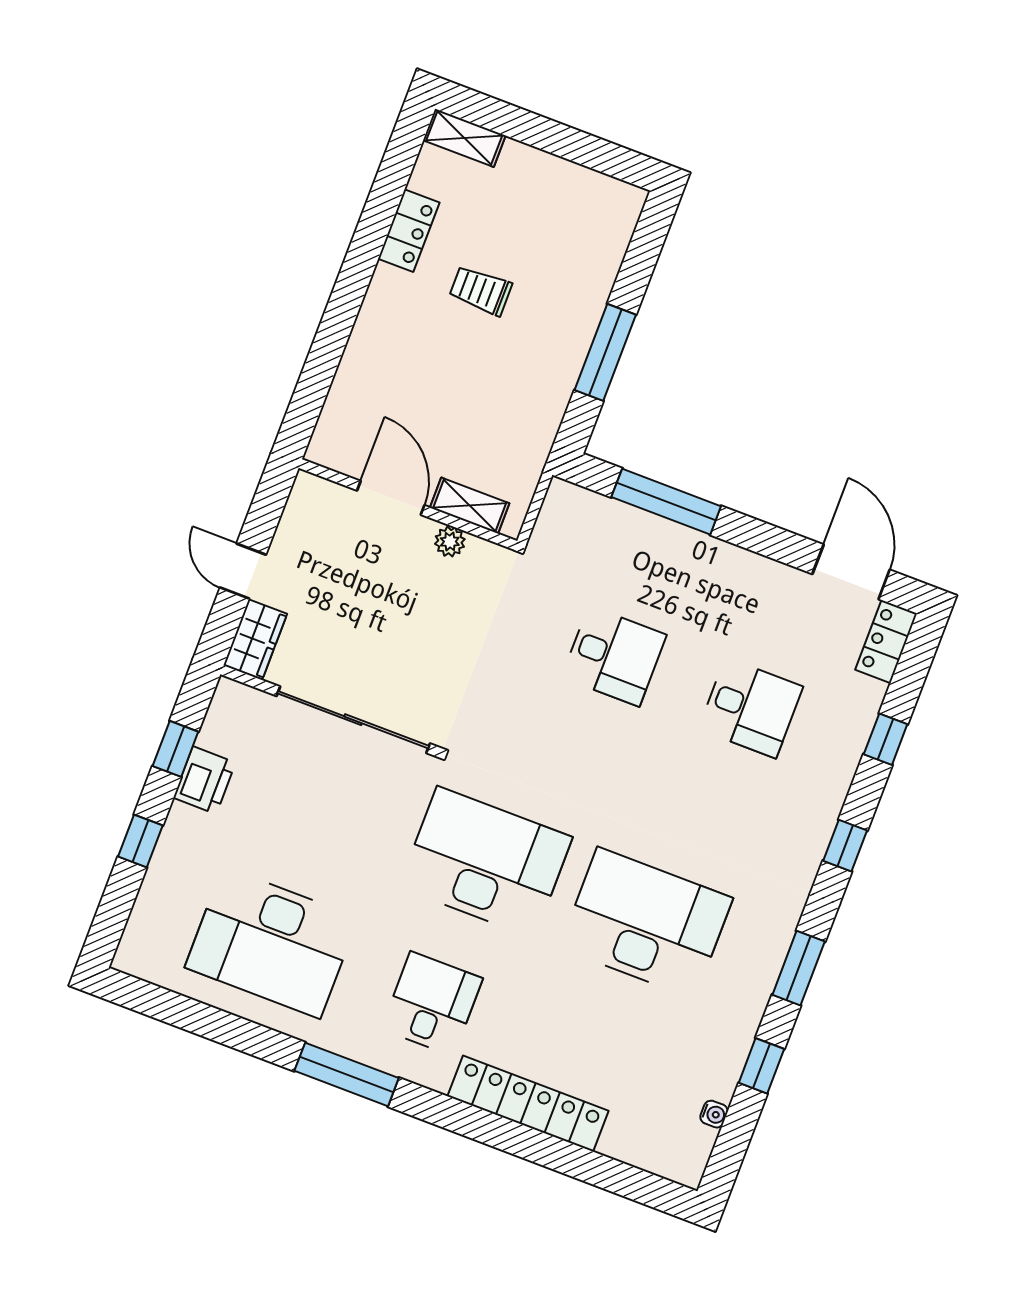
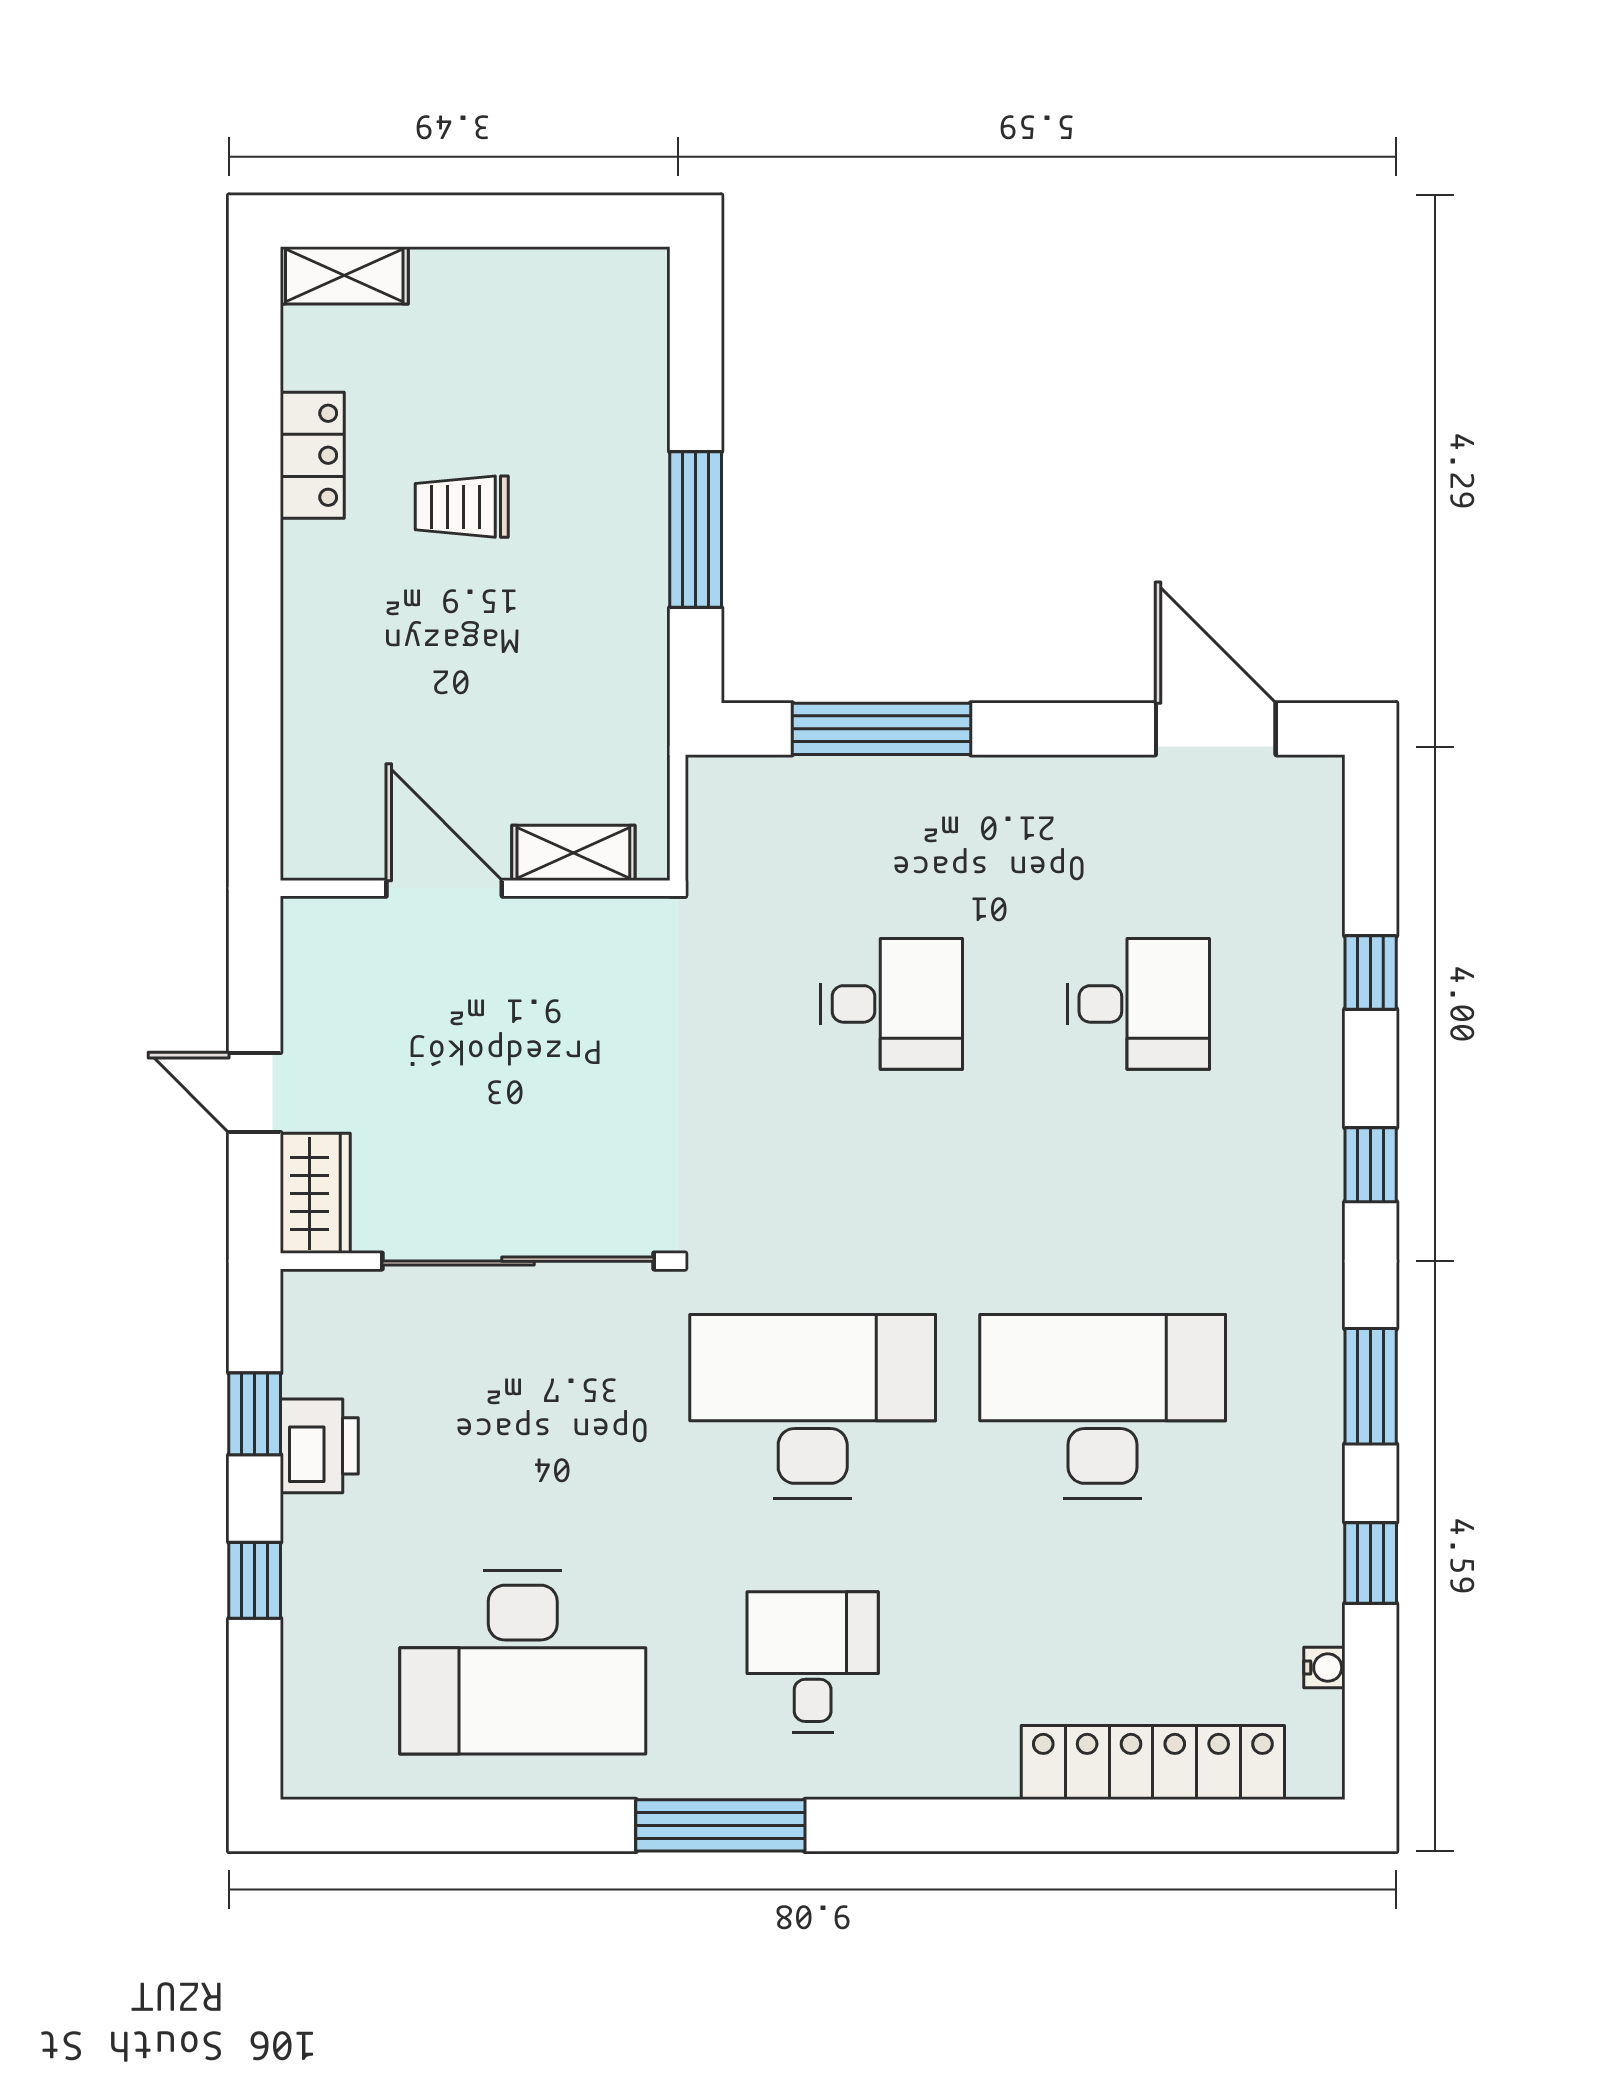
plant: (450, 542) -> (564, 922), removed
locker: (886, 642) -> (1313, 818), removed
locker: (528, 1104) -> (1153, 1763), moved

